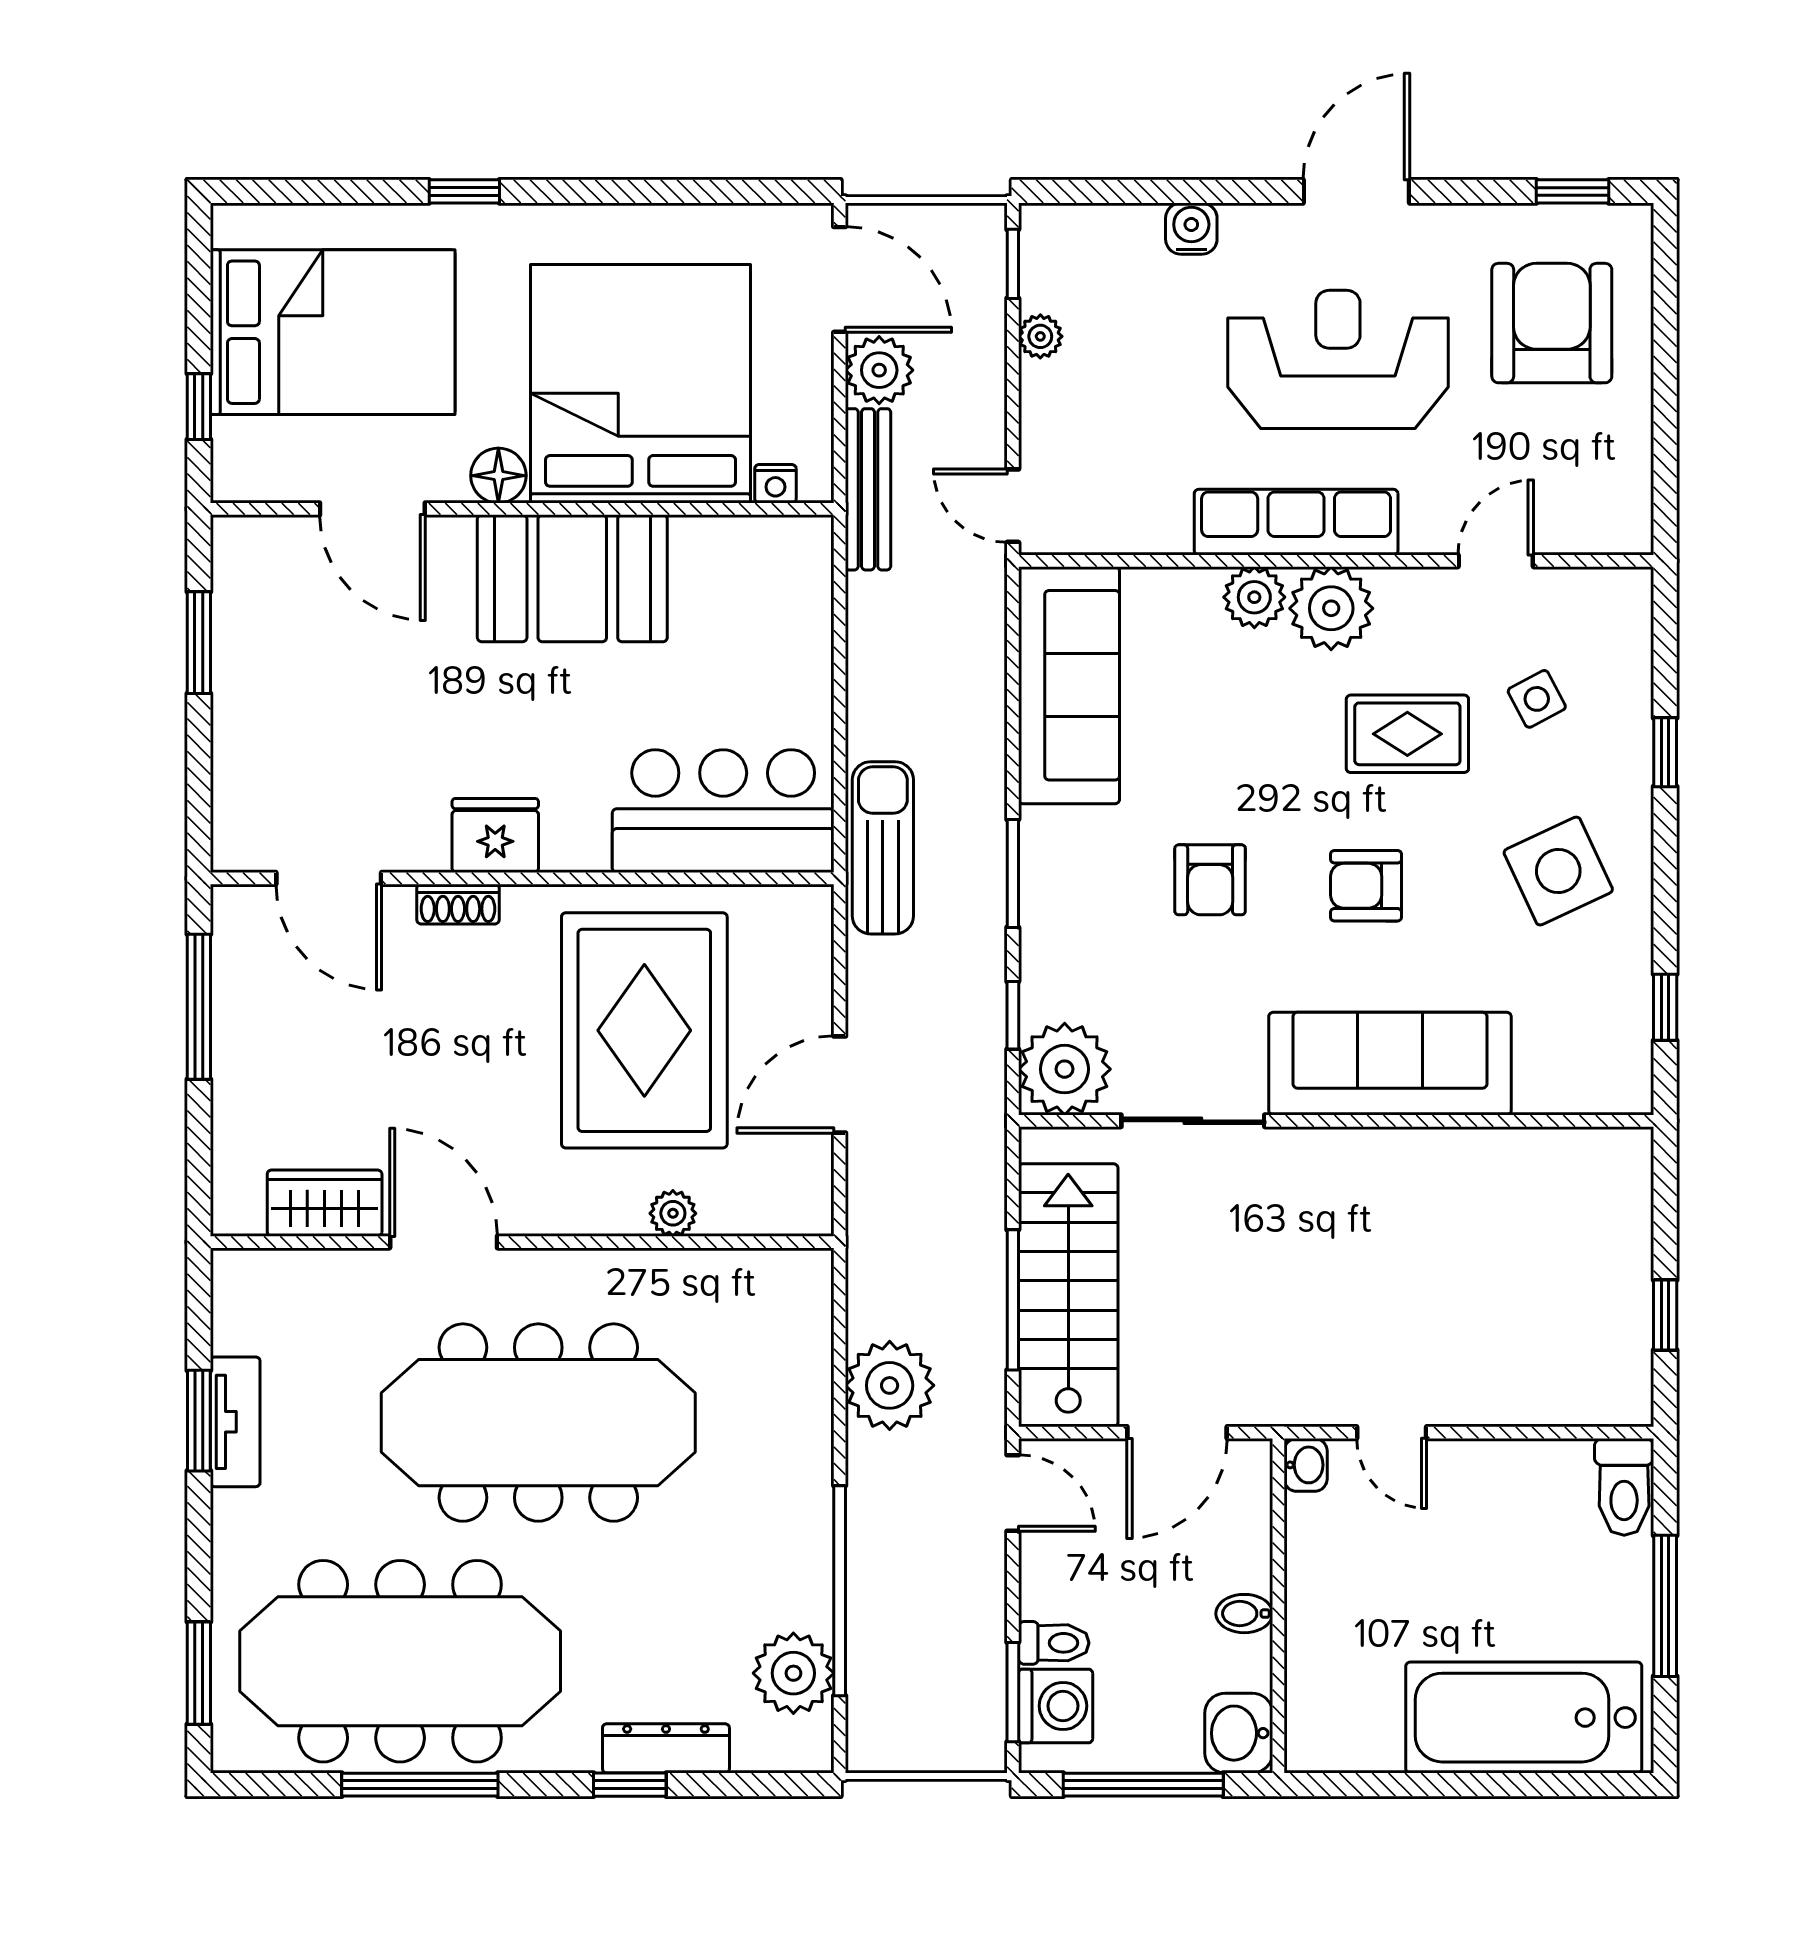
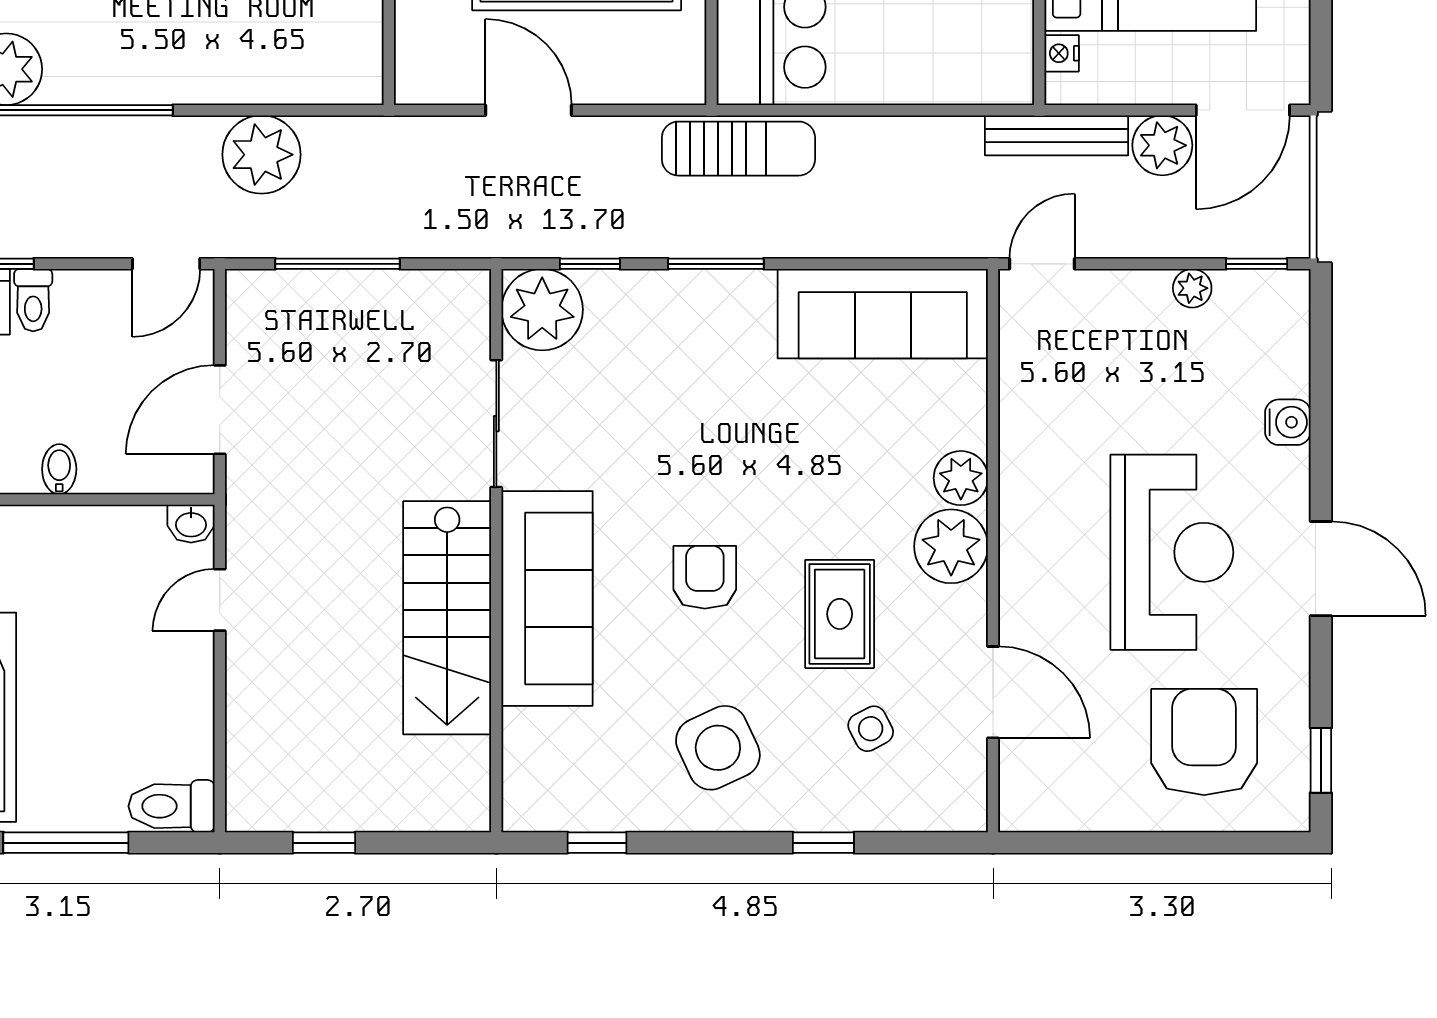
armchair: (1552, 323) -> (1204, 742), turned -90
row of seats: (1296, 522) -> (1027, 515), removed
door: (1496, 561) -> (993, 692), width x1.38
armchair: (1210, 880) -> (710, 439), removed
stairs: (1068, 1295) -> (447, 618), moved, turned 90
door: (1177, 1433) -> (220, 410), hinge flipped

